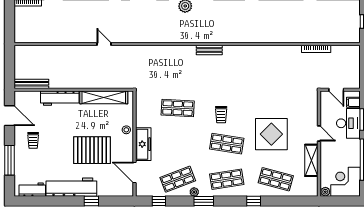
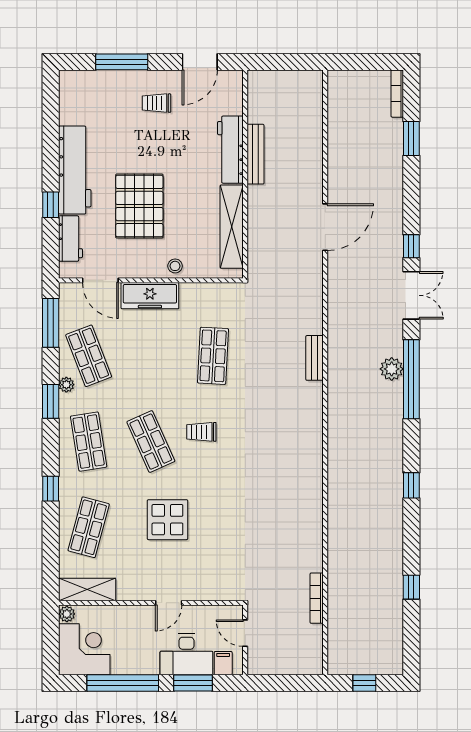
door: (104, 44) -> (325, 227), width x1.87
bench: (209, 50) -> (315, 358), moved
bench: (31, 84) -> (255, 154), moved
door: (336, 90) -> (245, 633), hinge flipped
display table: (271, 134) -> (167, 520), width x0.73, depth x0.73
shop shelf: (227, 144) -> (151, 442), turned -33
shelving: (311, 160) -> (87, 589), moved
door: (134, 172) -> (100, 280), swing flipped
workbench: (32, 190) -> (70, 239), moved
window: (159, 201) -> (51, 323), width x2.17

